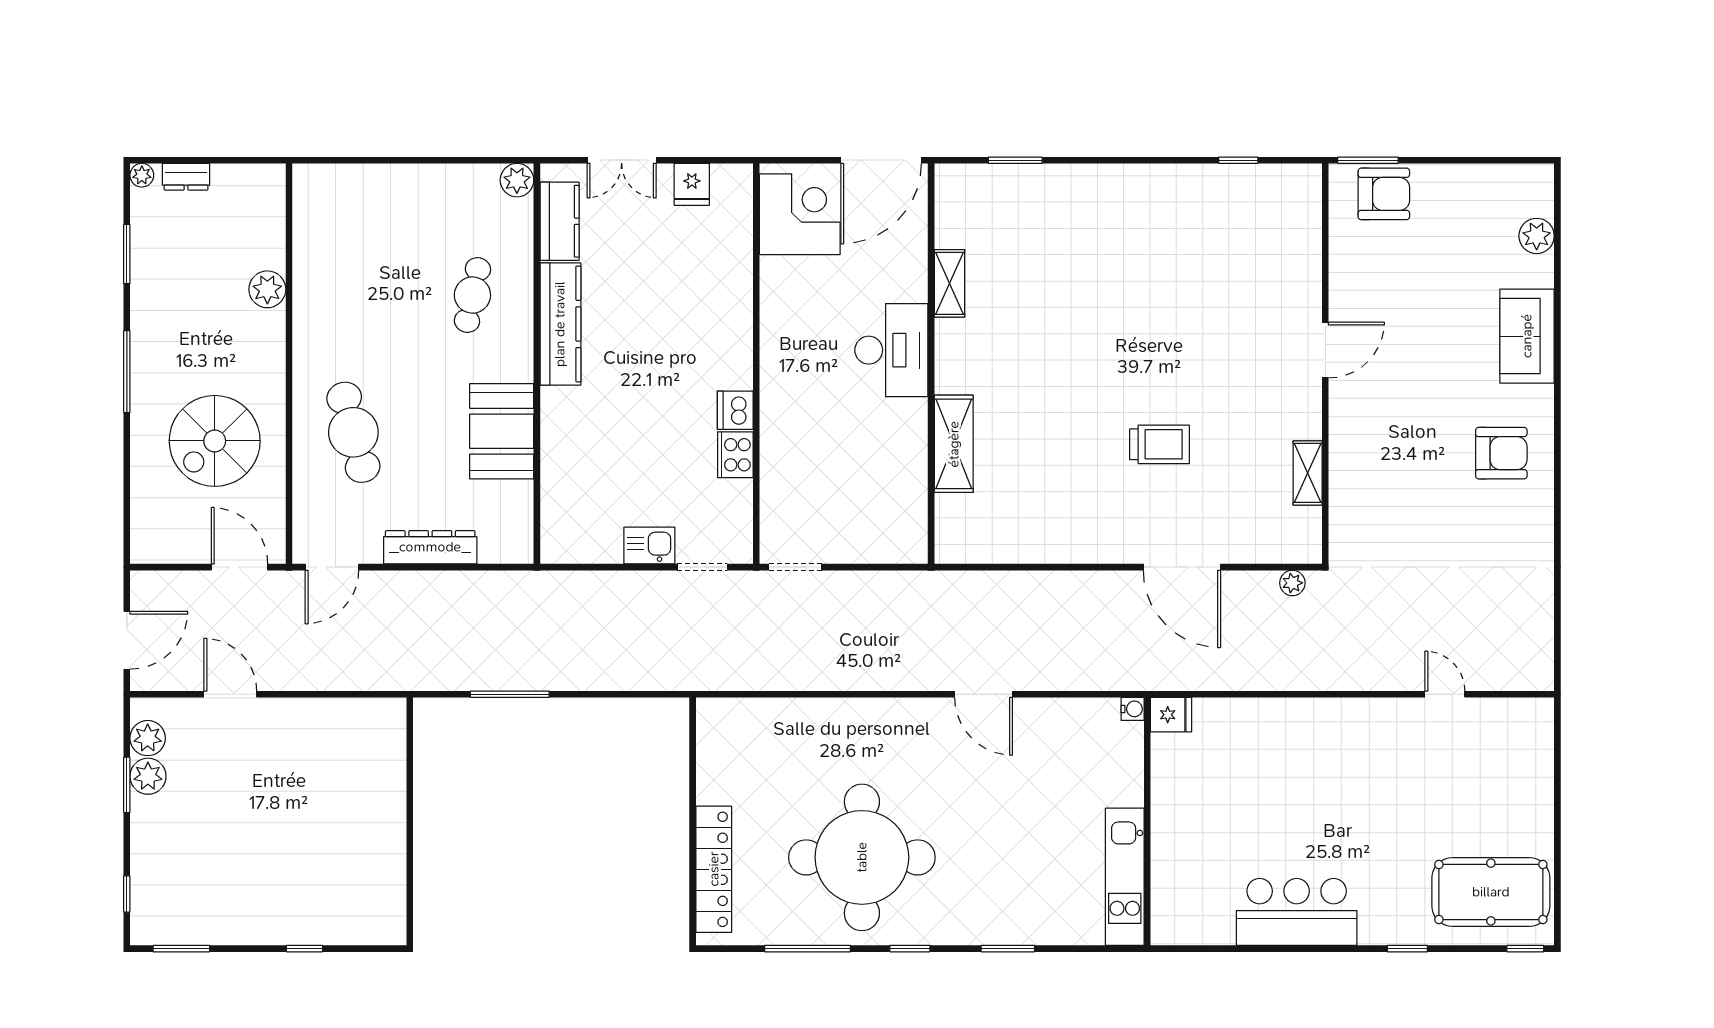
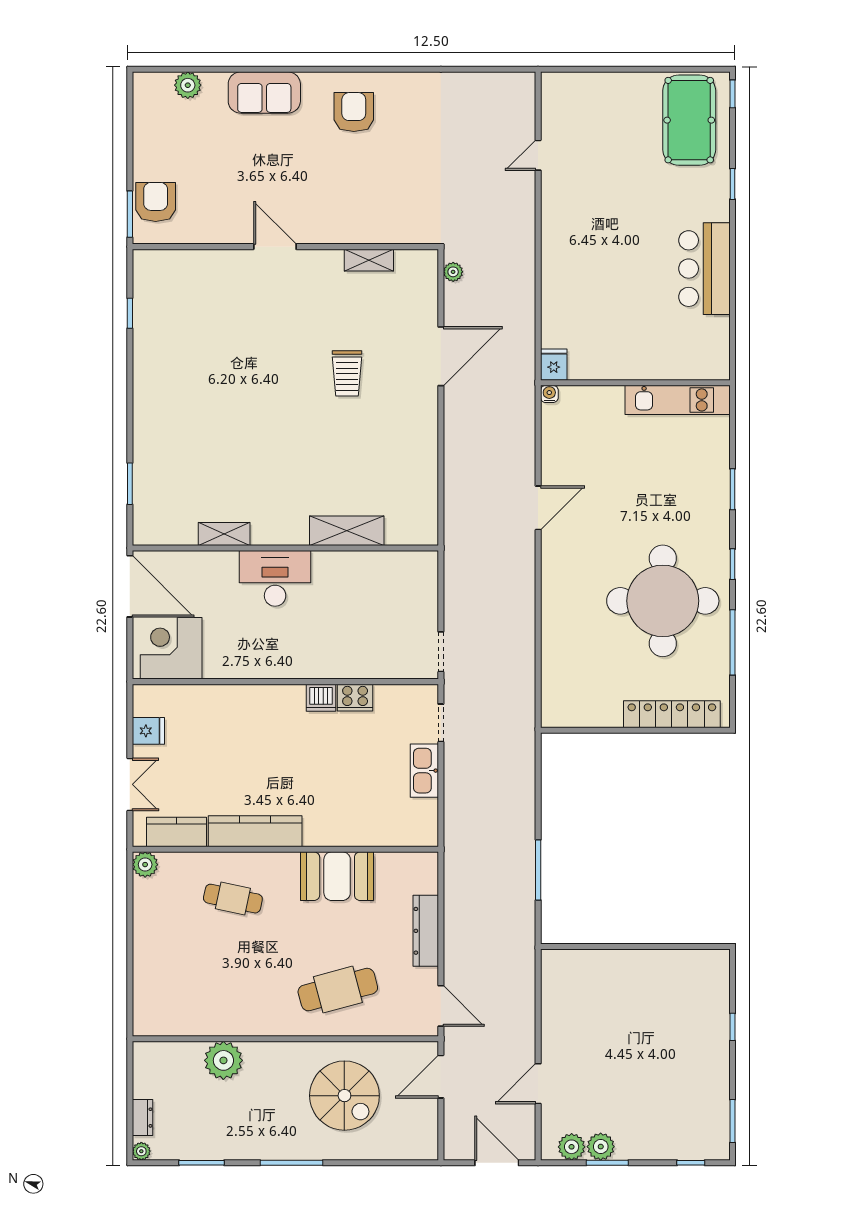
plant: (267, 289) -> (223, 1060), width x1.36, depth x1.36
trolley: (1160, 444) -> (347, 373), turned 180
kitchen sink: (649, 546) -> (424, 771), width x1.38

